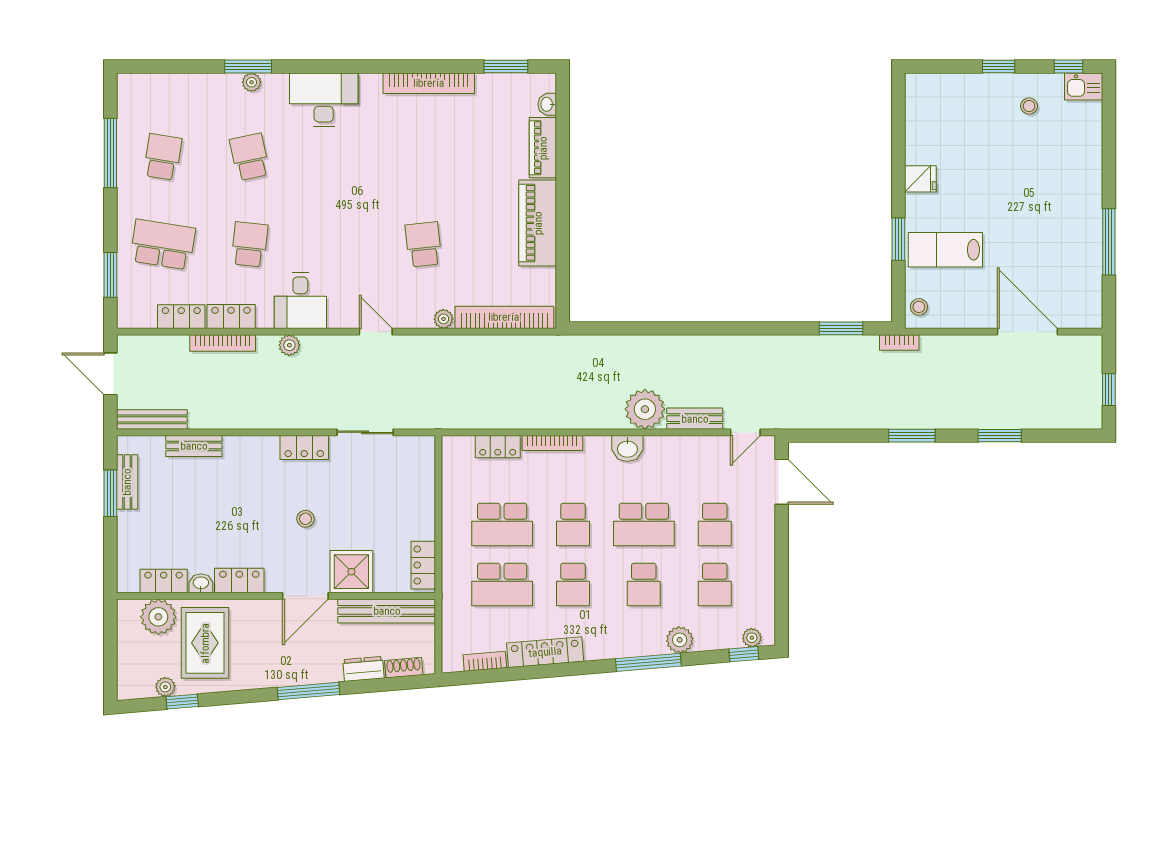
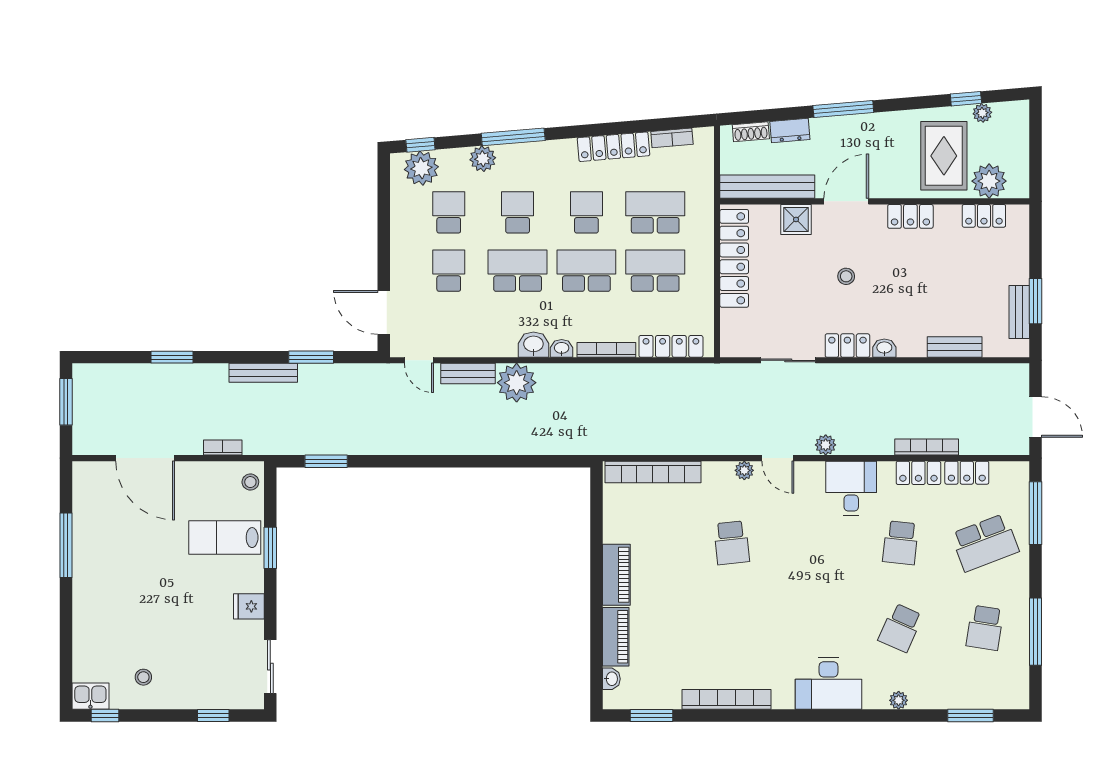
window: (248, 67) -> (970, 716), moved
window: (999, 67) -> (213, 716), moved
sliding door: (898, 117) -> (270, 667), added
school desk: (250, 157) -> (900, 628), turned 36
piano: (538, 223) -> (616, 575), width x0.73, depth x0.75
school desk: (163, 244) -> (985, 543), turned -30
lab bench: (945, 250) -> (225, 538), turned 180
window: (110, 275) -> (1036, 513), width x1.44
plant: (443, 319) -> (744, 470), moved
bookcase: (899, 342) -> (223, 448), moved
plant: (289, 345) -> (826, 445), moved
window: (1109, 390) -> (66, 402), width x1.50
bench: (152, 419) -> (263, 373), moved
door: (745, 432) -> (419, 360), swing flipped
window: (912, 436) -> (311, 357), moved
washbasin: (599, 445) -> (562, 348), added
locker: (498, 447) -> (671, 346), width x1.53
school desk: (573, 525) -> (586, 271), width x1.85
locker: (423, 565) -> (734, 258), width x2.16, depth x1.21
shower: (351, 572) -> (796, 219), width x0.73, depth x0.73
washbasin: (201, 583) -> (884, 348), moved, turned 180
plant: (752, 638) -> (421, 168), width x1.88, depth x1.88

